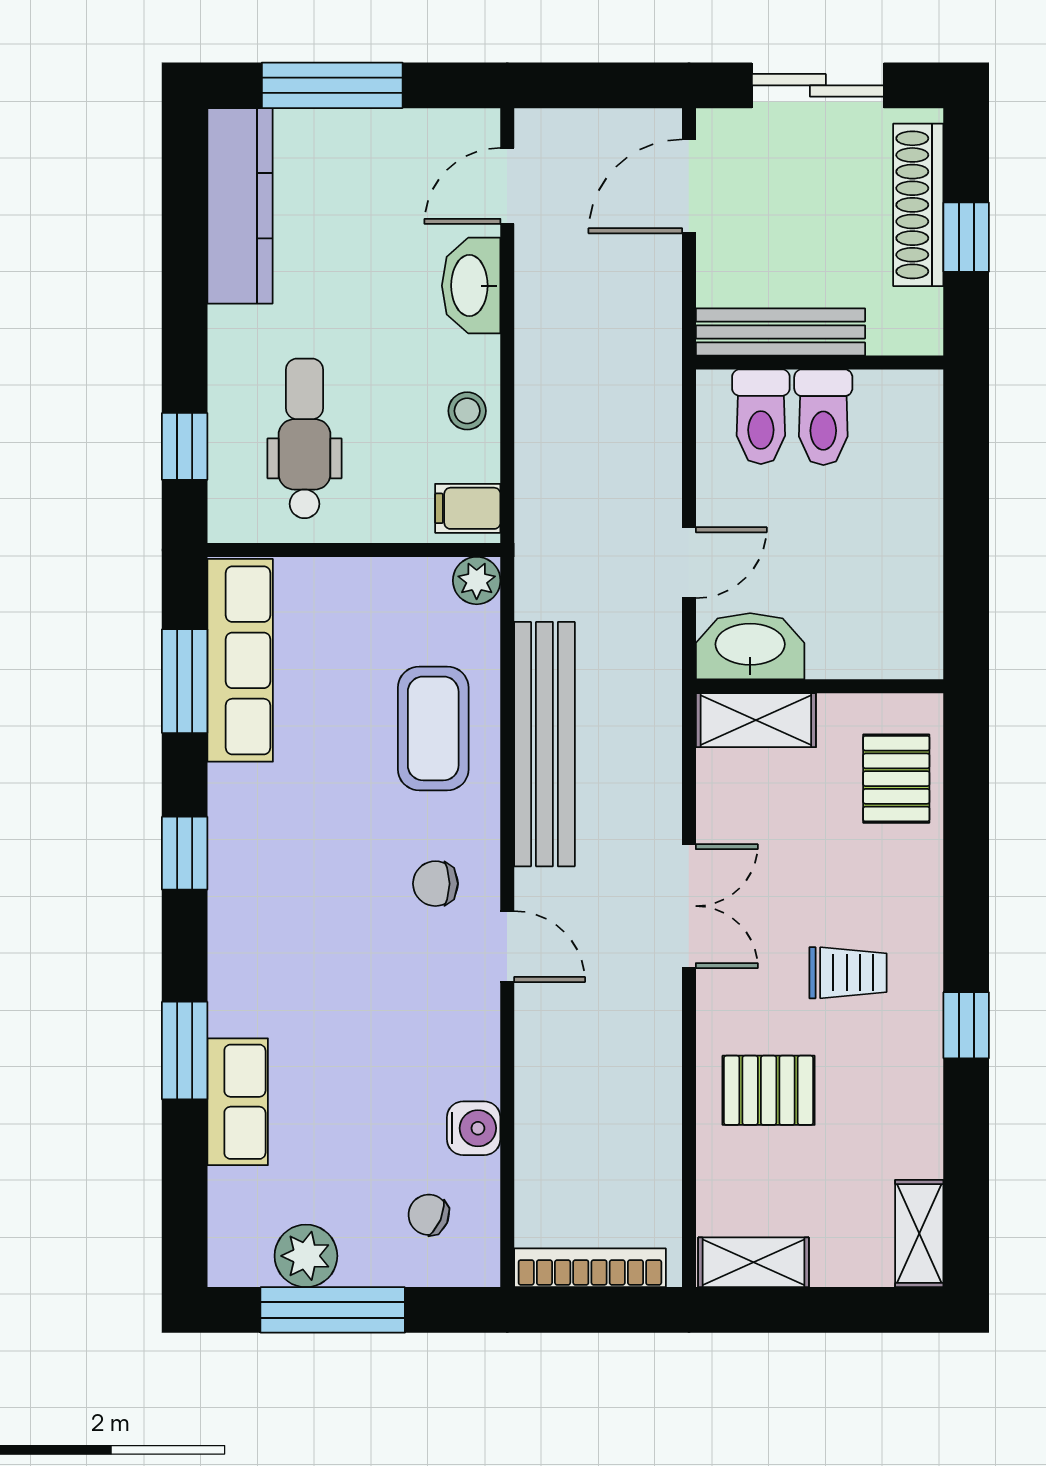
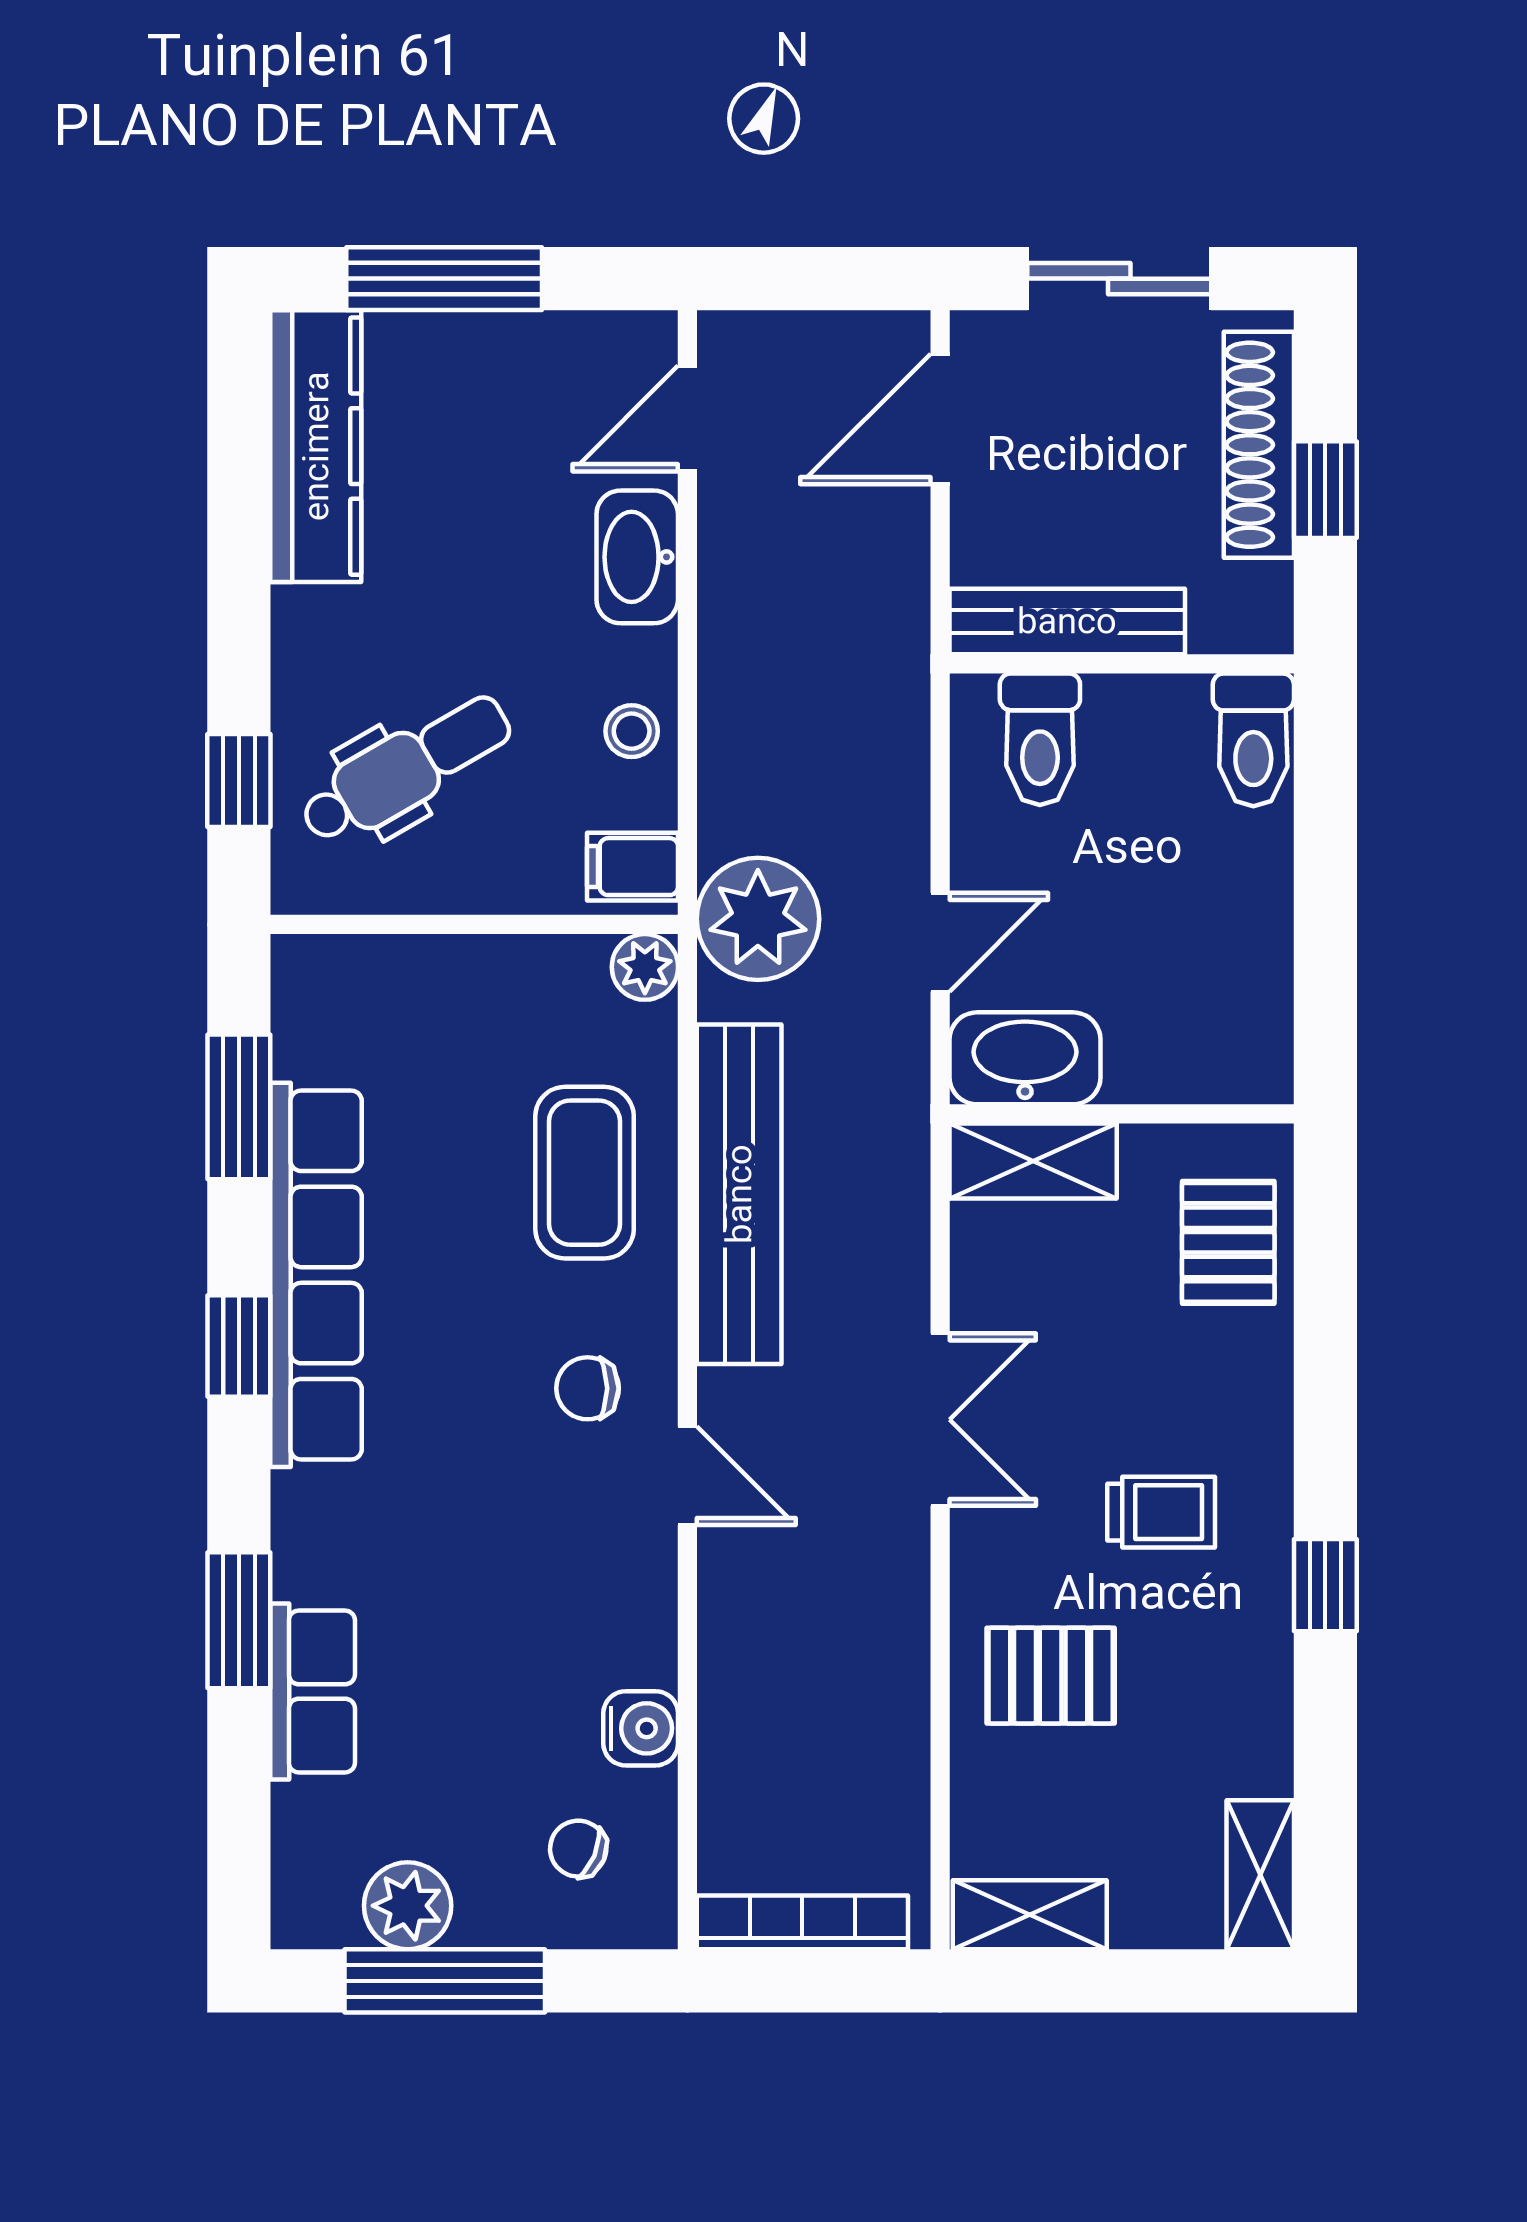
toilet: (823, 417) -> (1253, 740), moved
dental chair: (304, 438) -> (406, 769), turned 60
plant: (558, 546) -> (758, 919), added
row of seats: (240, 660) -> (316, 1275), moved, width x1.36

